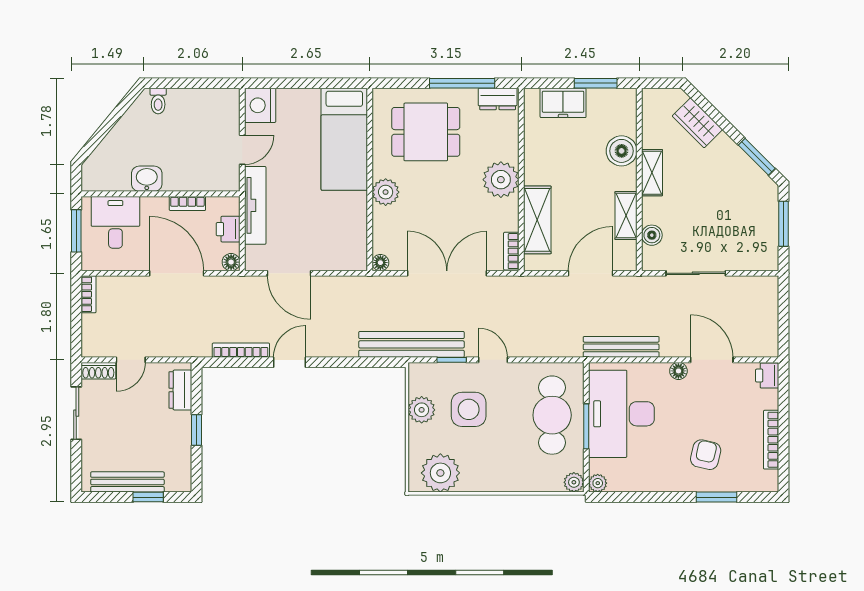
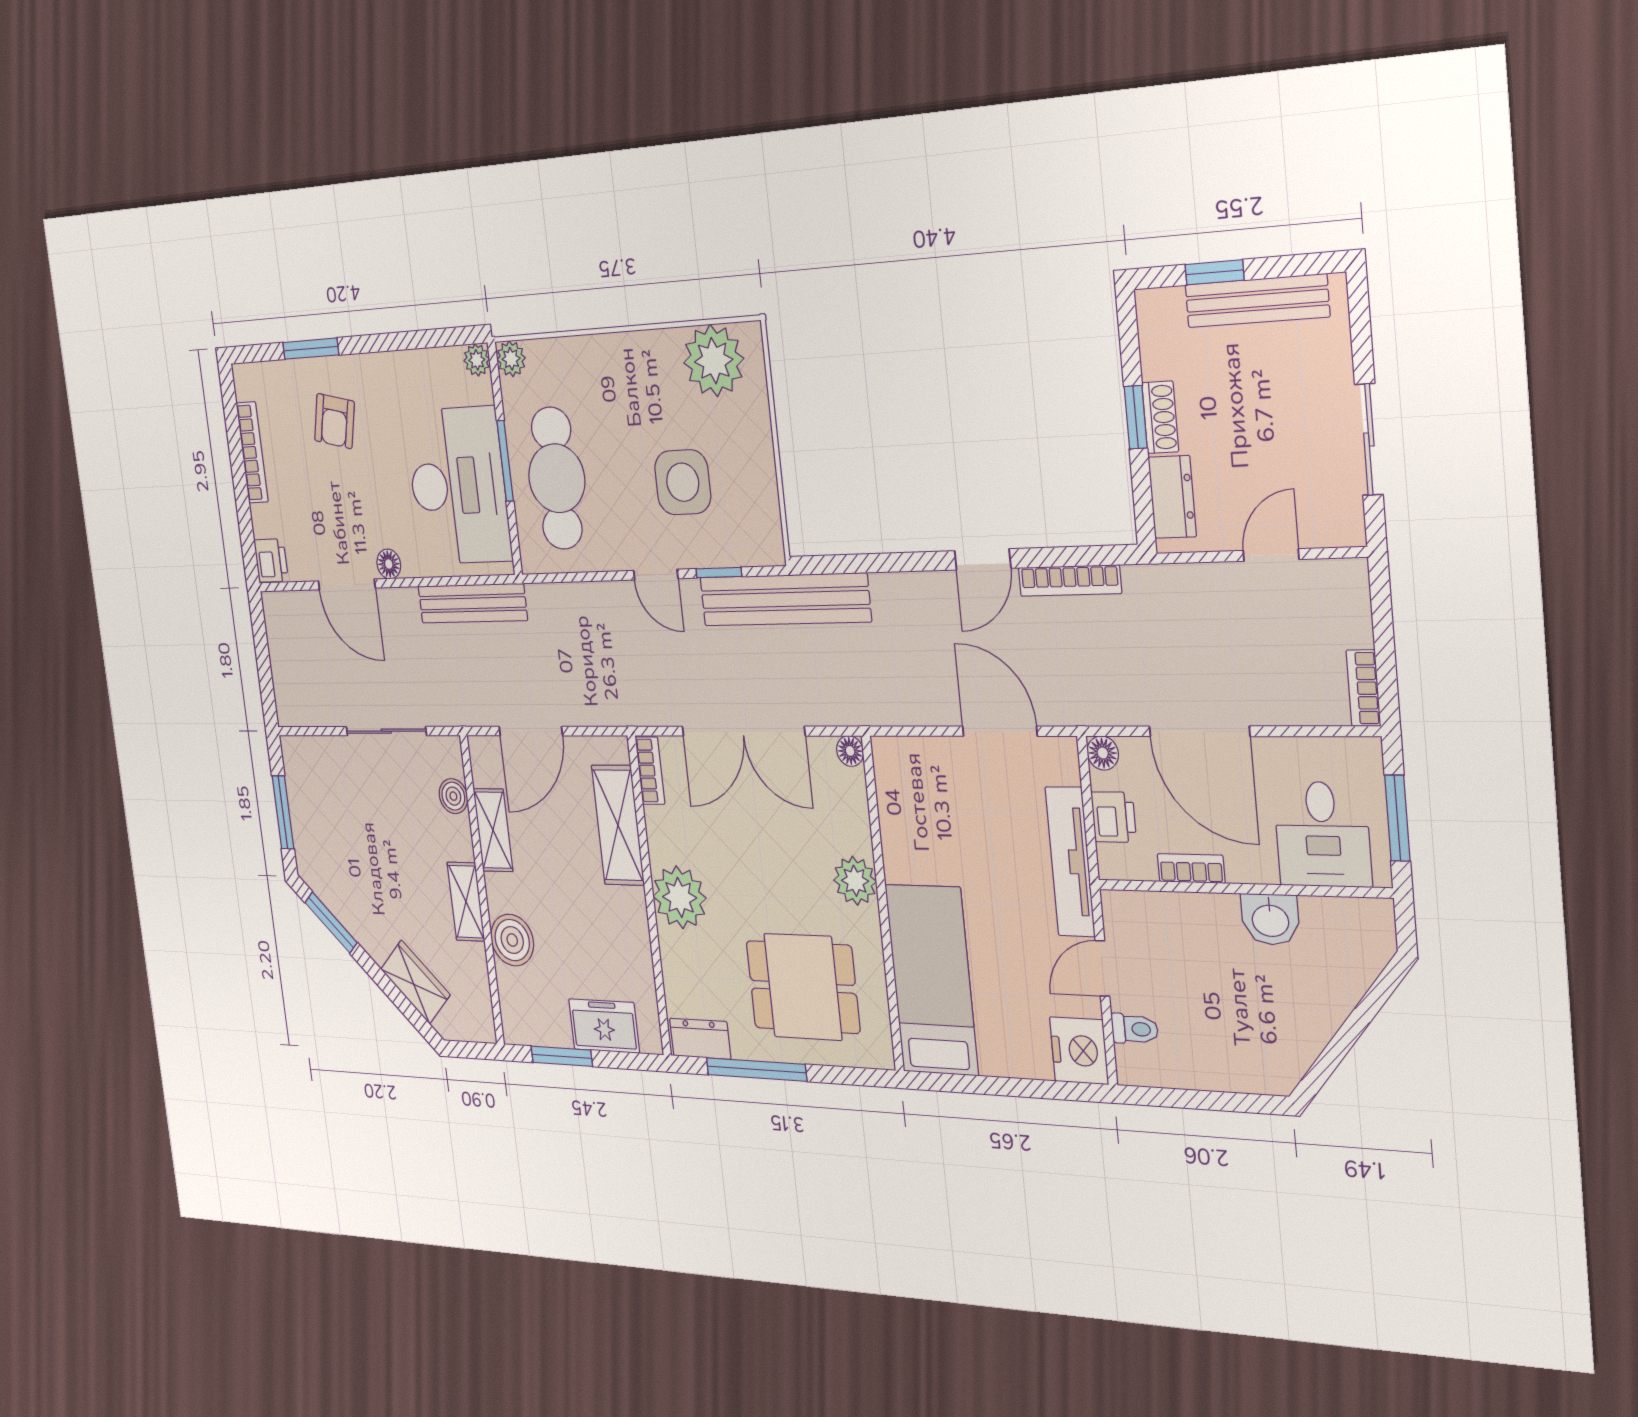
toilet: (158, 101) -> (1135, 1029), moved, turned 90
shoe rack: (98, 371) -> (1160, 417), moved, turned 90
plant: (422, 410) -> (756, 478), removed

